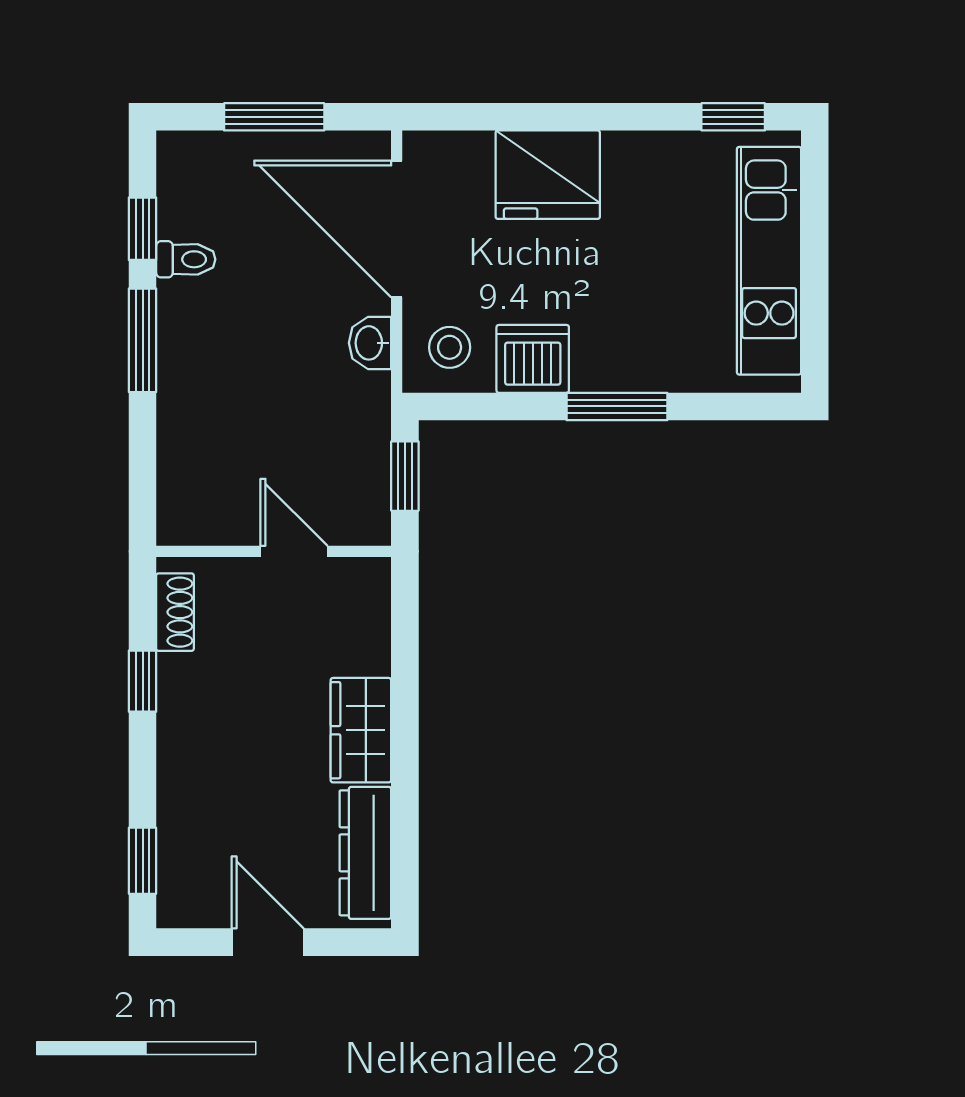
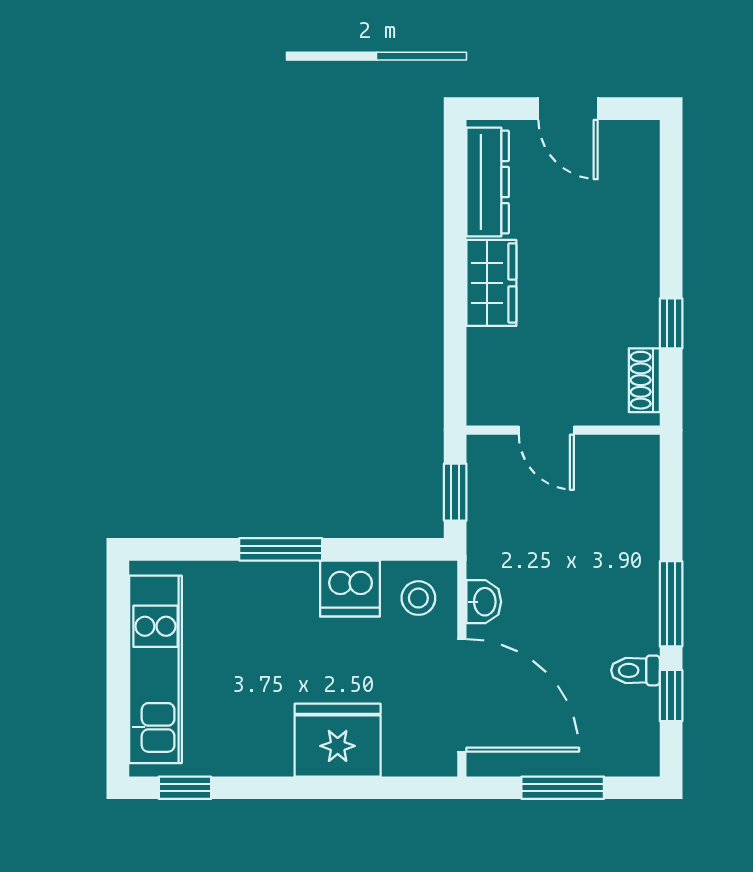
window: (143, 861) -> (671, 176), removed

